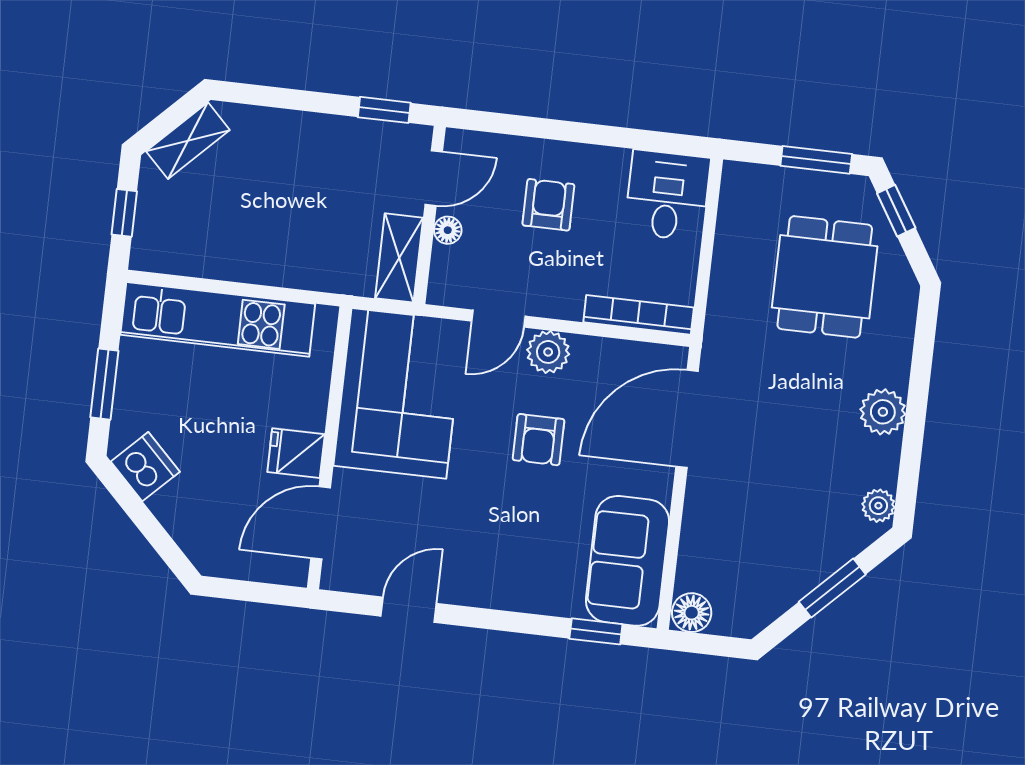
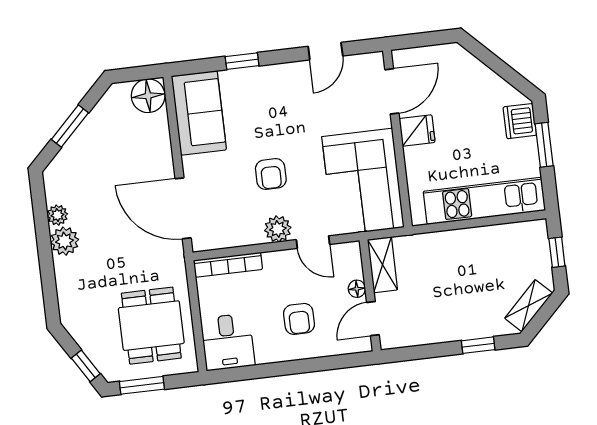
window: (384, 110) -> (478, 345), moved
dining table: (825, 277) -> (151, 326), moved
door: (498, 319) -> (313, 242), swing flipped
door: (687, 419) -> (183, 208), swing flipped
armchair: (539, 440) -> (271, 174), turned 180
dishwasher: (145, 467) -> (520, 121), moved, turned 45
plant: (878, 506) -> (57, 215), moved
floor lamp: (692, 613) -> (148, 96), width x1.38, depth x1.38
window: (596, 631) -> (242, 61), moved

